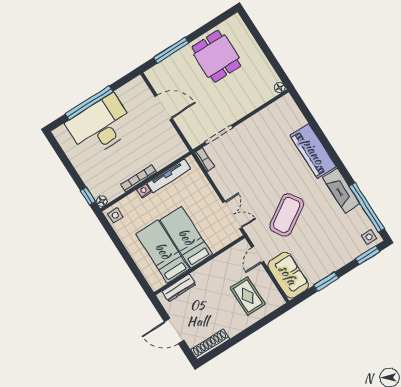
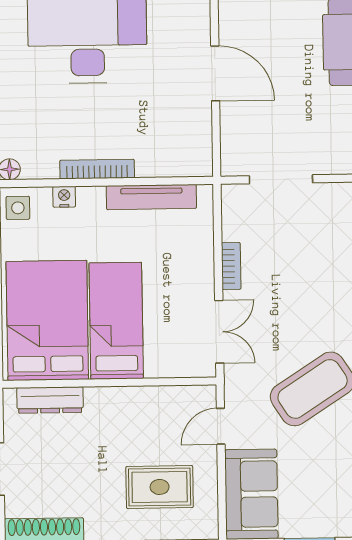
bookcase: (205, 160) -> (231, 266), moved
nightstand: (144, 191) -> (64, 197), moved
bed: (163, 251) -> (47, 320), width x1.50
rug: (248, 296) -> (160, 487), turned 90

